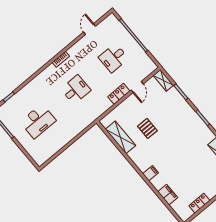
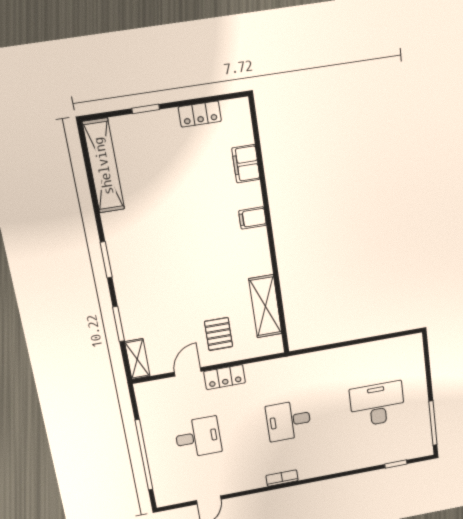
pallet: (147, 128) -> (219, 334), moved

